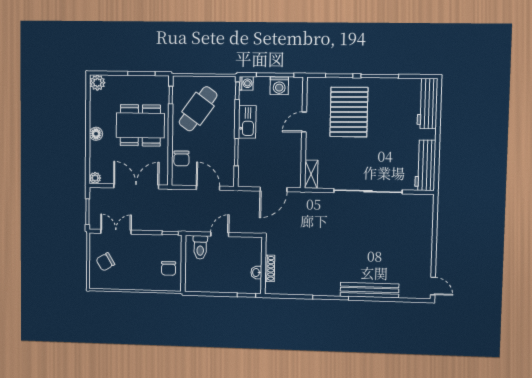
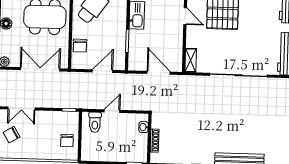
door: (304, 122) -> (185, 16), swing flipped
door: (208, 188) -> (102, 71), hinge flipped
door: (273, 189) -> (159, 73), swing flipped
double door: (116, 232) -> (21, 108), swing flipped
washbasin: (256, 273) -> (144, 127), moved

